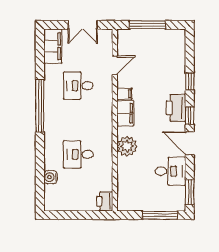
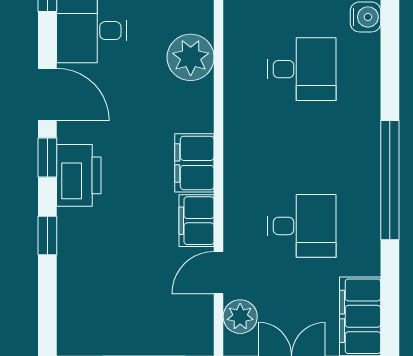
plant: (105, 46) -> (240, 317), added
filing cabinet: (124, 94) -> (197, 221), width x2.00
plant: (127, 146) -> (191, 57), moved

